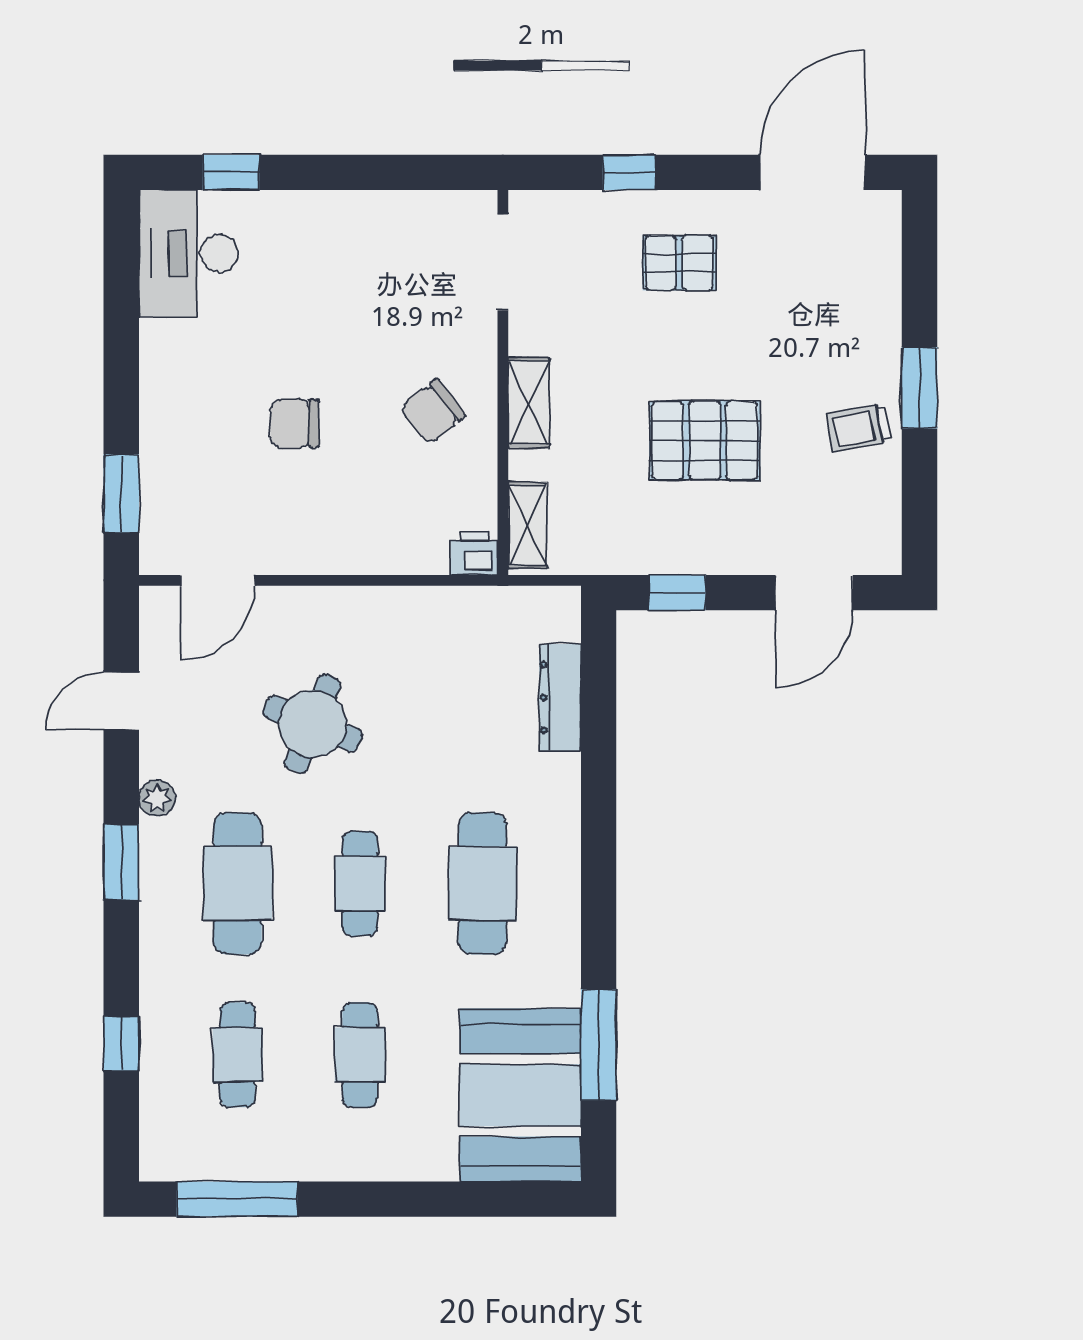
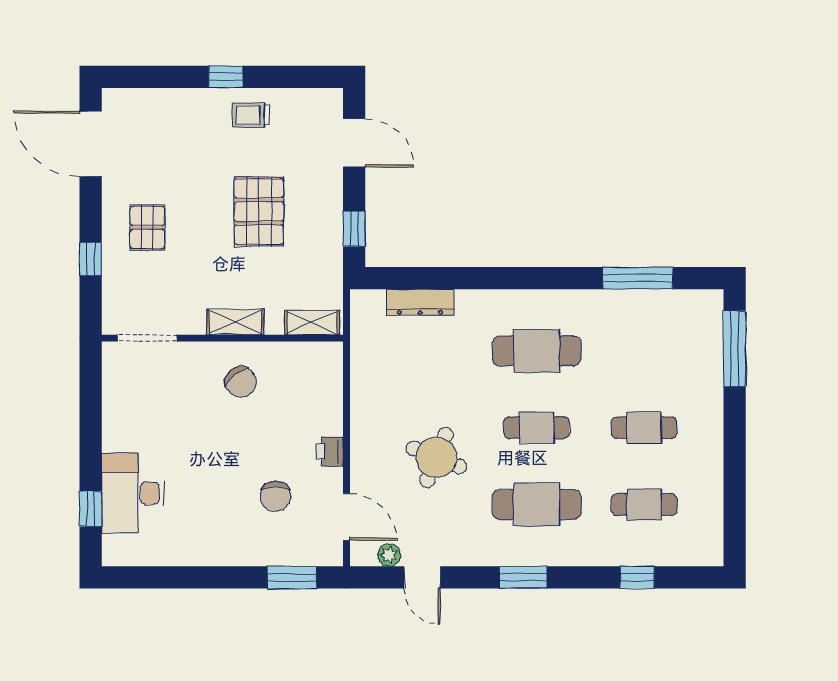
desk: (189, 253) -> (133, 493), moved, turned 90
window: (919, 388) -> (226, 77), width x0.67
chair: (295, 424) -> (276, 496), moved
trolley: (858, 428) -> (251, 115), turned 100
printer: (474, 554) -> (330, 452), moved
plant: (157, 798) -> (389, 555), moved
booth: (520, 1095) -> (669, 327), removed
window: (237, 1199) -> (735, 349), moved

